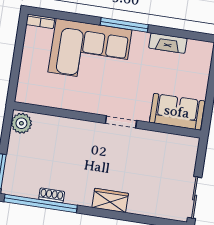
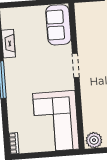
corner sofa: (90, 51) -> (56, 121), moved, turned 180

